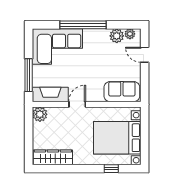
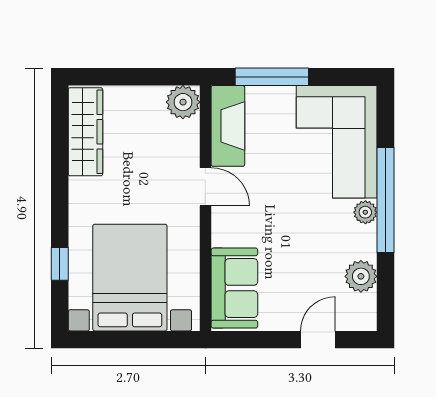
plant: (130, 34) -> (365, 212), moved

